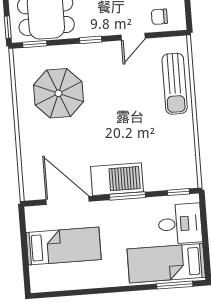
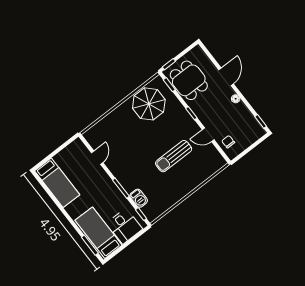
sun lounger: (175, 84) -> (174, 156), moved
parasol: (58, 93) -> (149, 104), moved
barbecue: (117, 179) -> (139, 198), moved, width x0.53, depth x0.65
door: (68, 200) -> (97, 158), width x0.53
bed: (64, 246) -> (57, 183), moved

